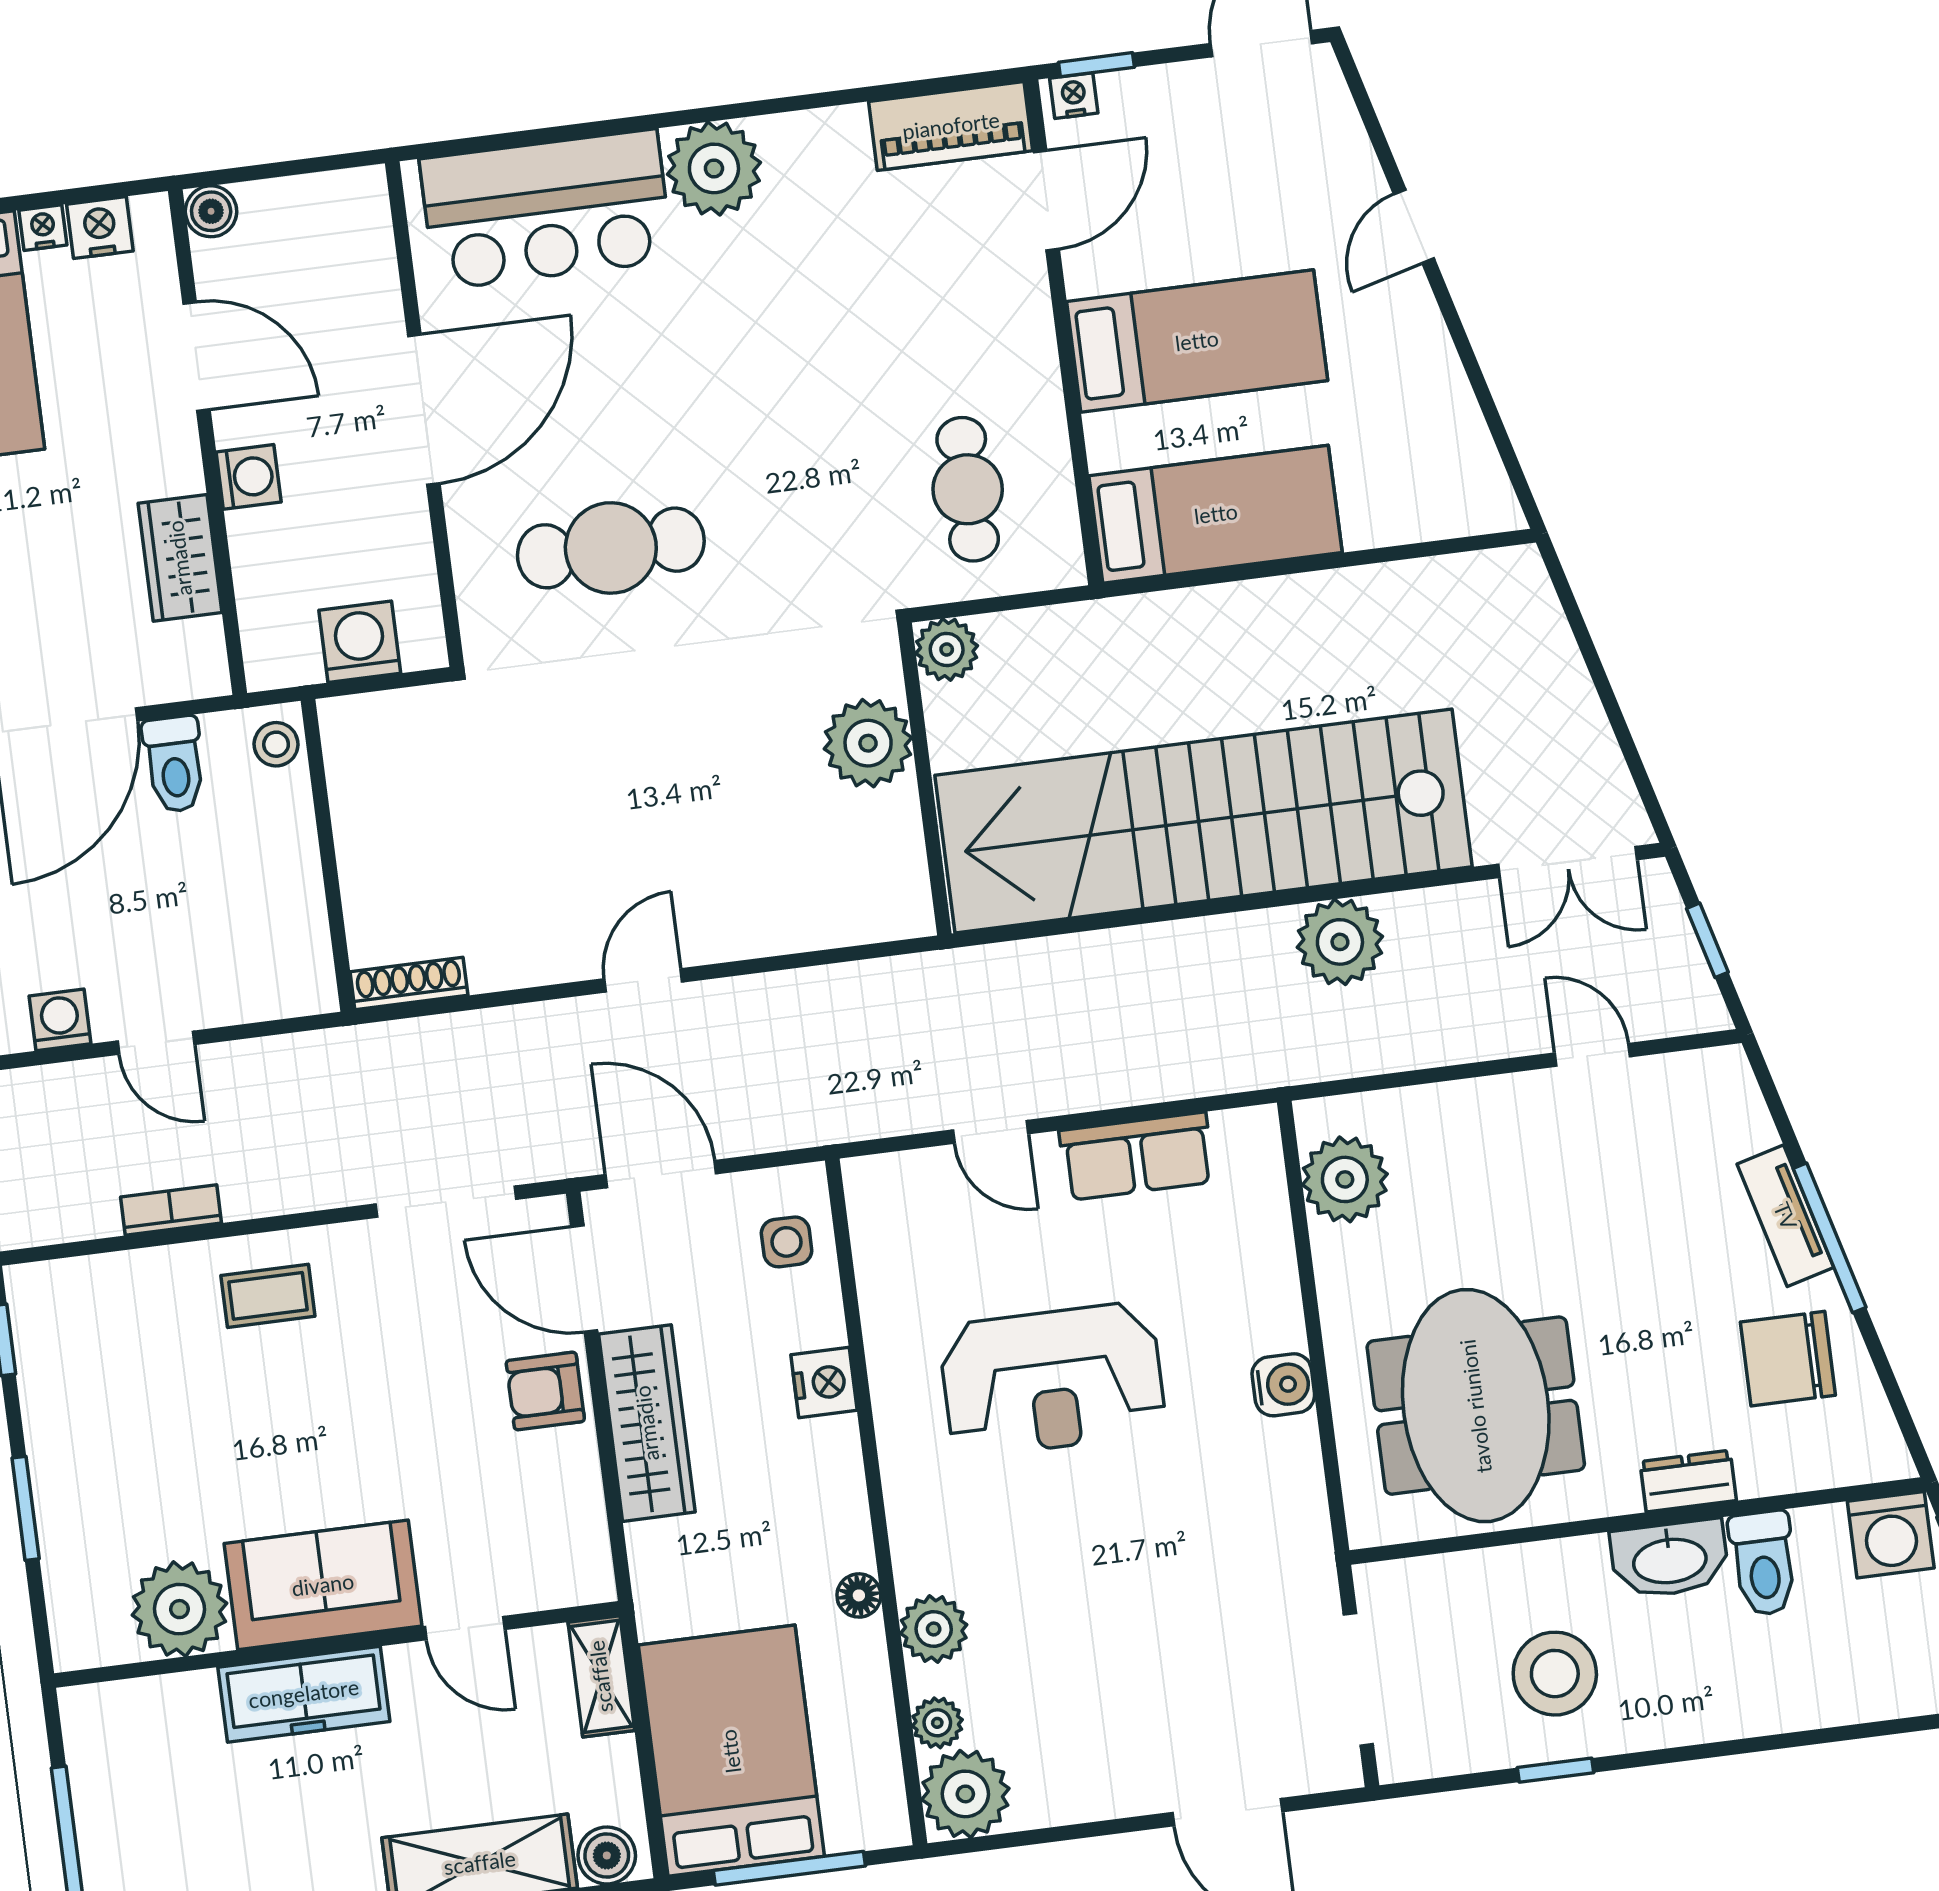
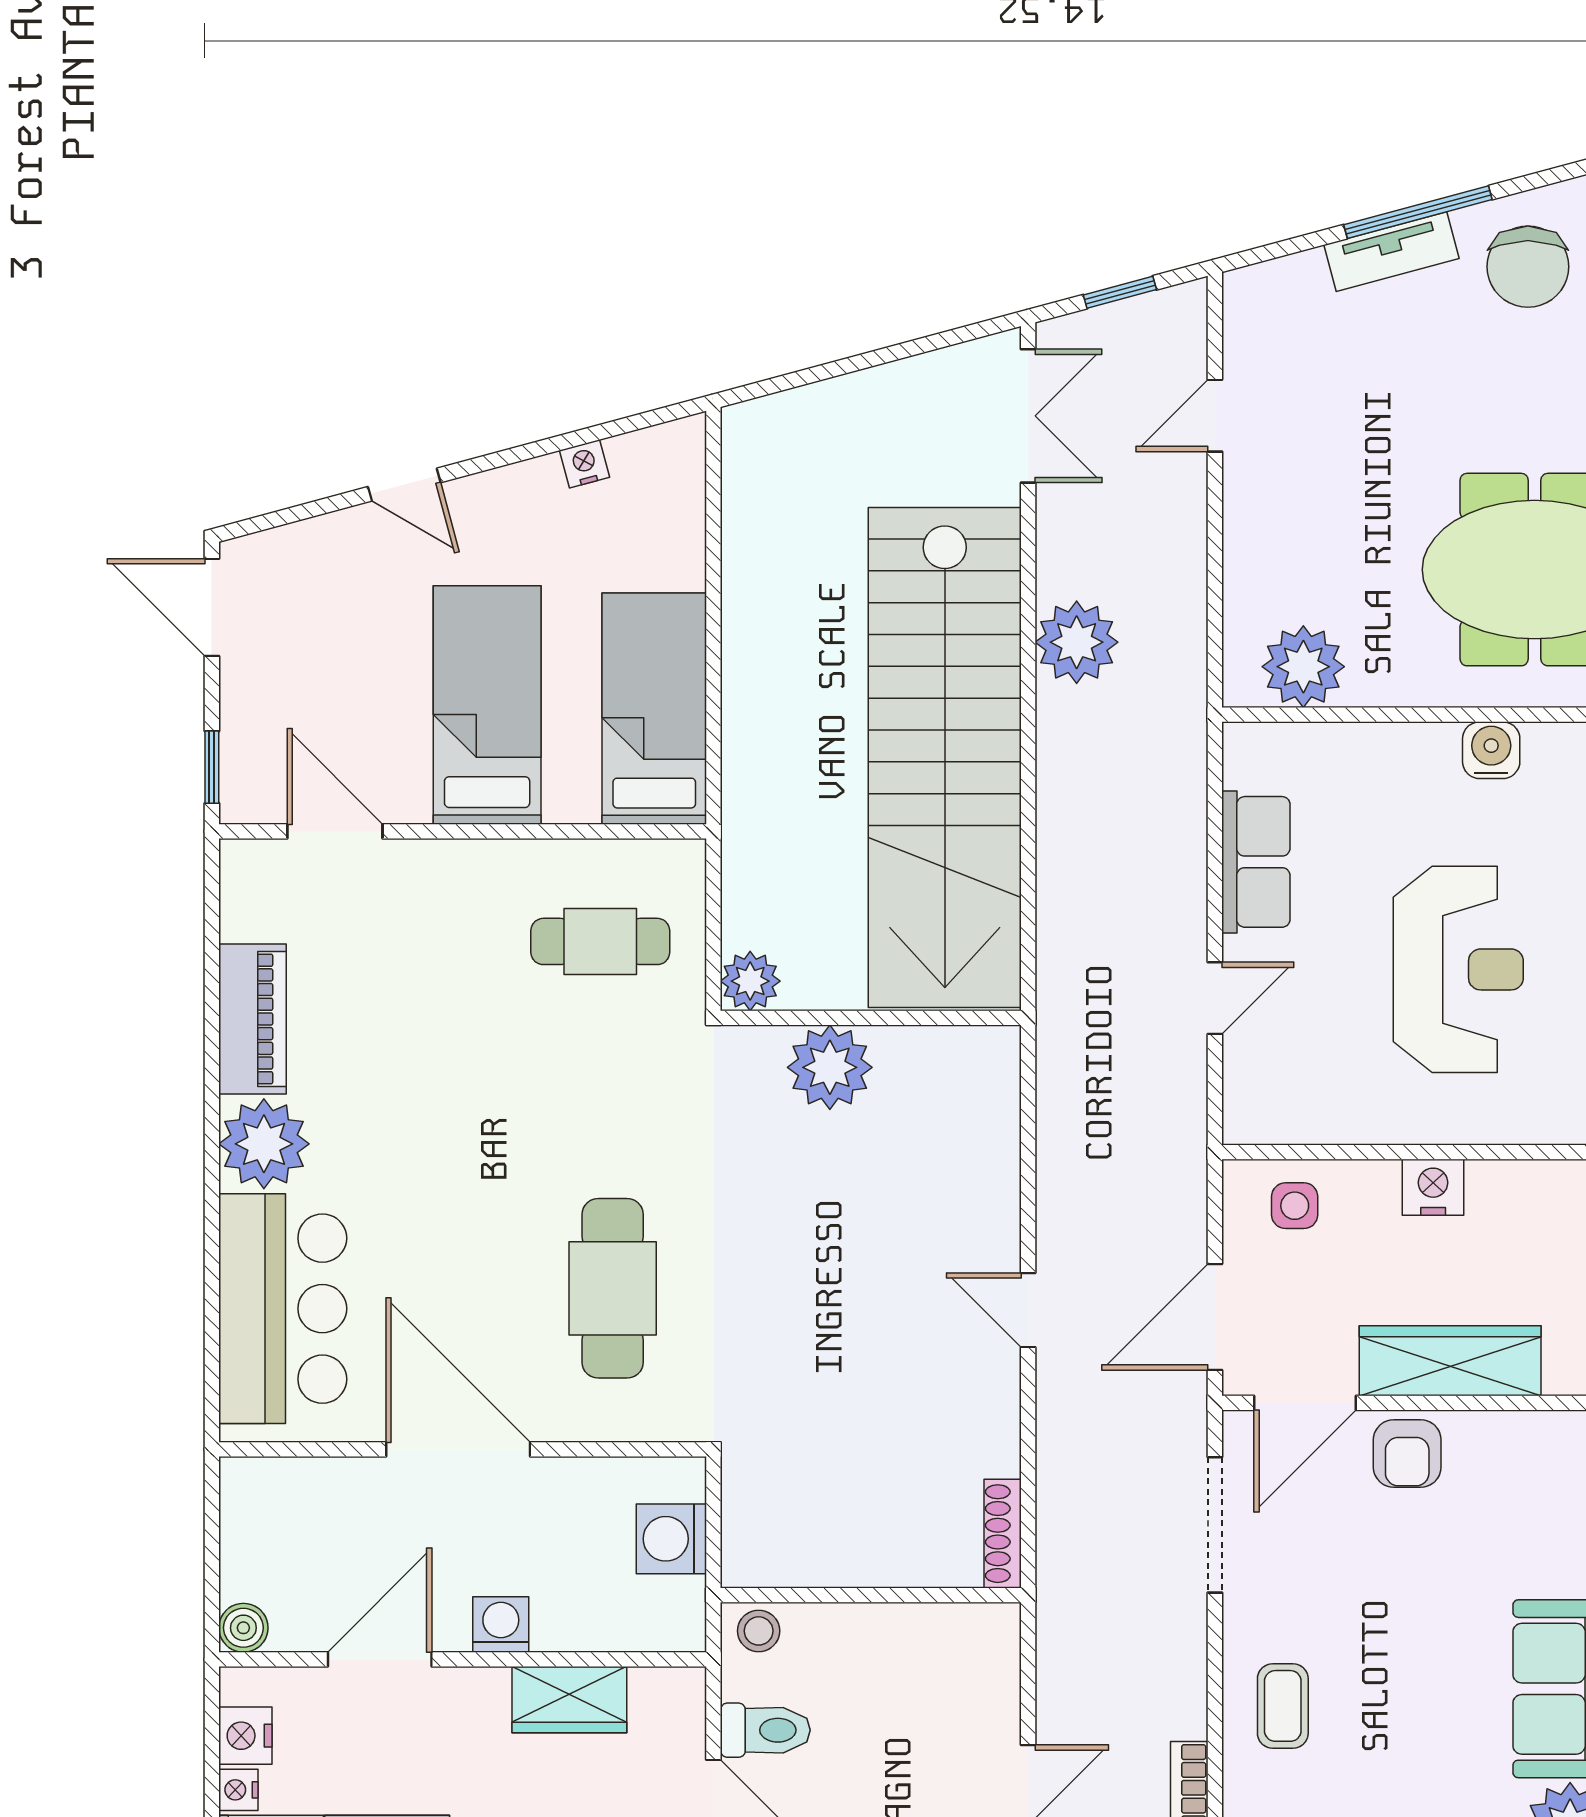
nightstand: (1074, 96) -> (585, 464), moved, turned 75
piano: (951, 126) -> (252, 1019), moved

